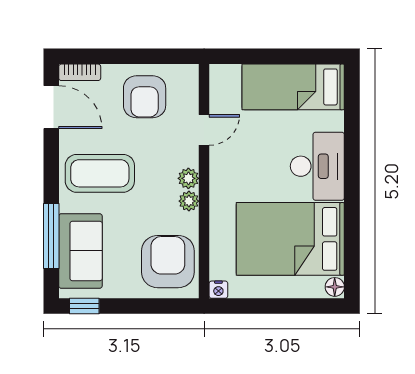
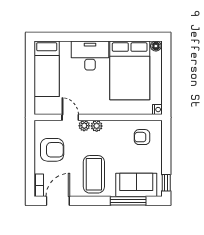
plant: (189, 201) -> (84, 126), moved
armchair: (168, 262) -> (142, 137), width x0.53, depth x0.53

